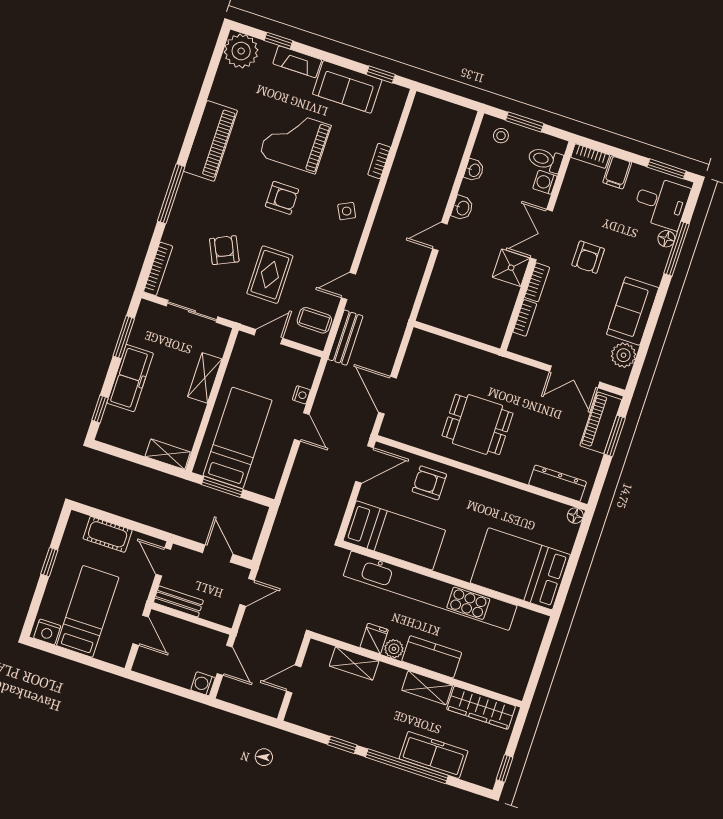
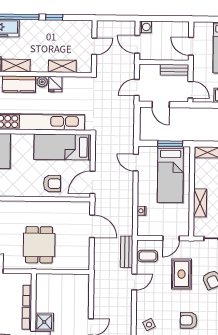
dining table: (477, 424) -> (39, 245), moved, turned 90
door: (302, 427) -> (136, 163), moved

